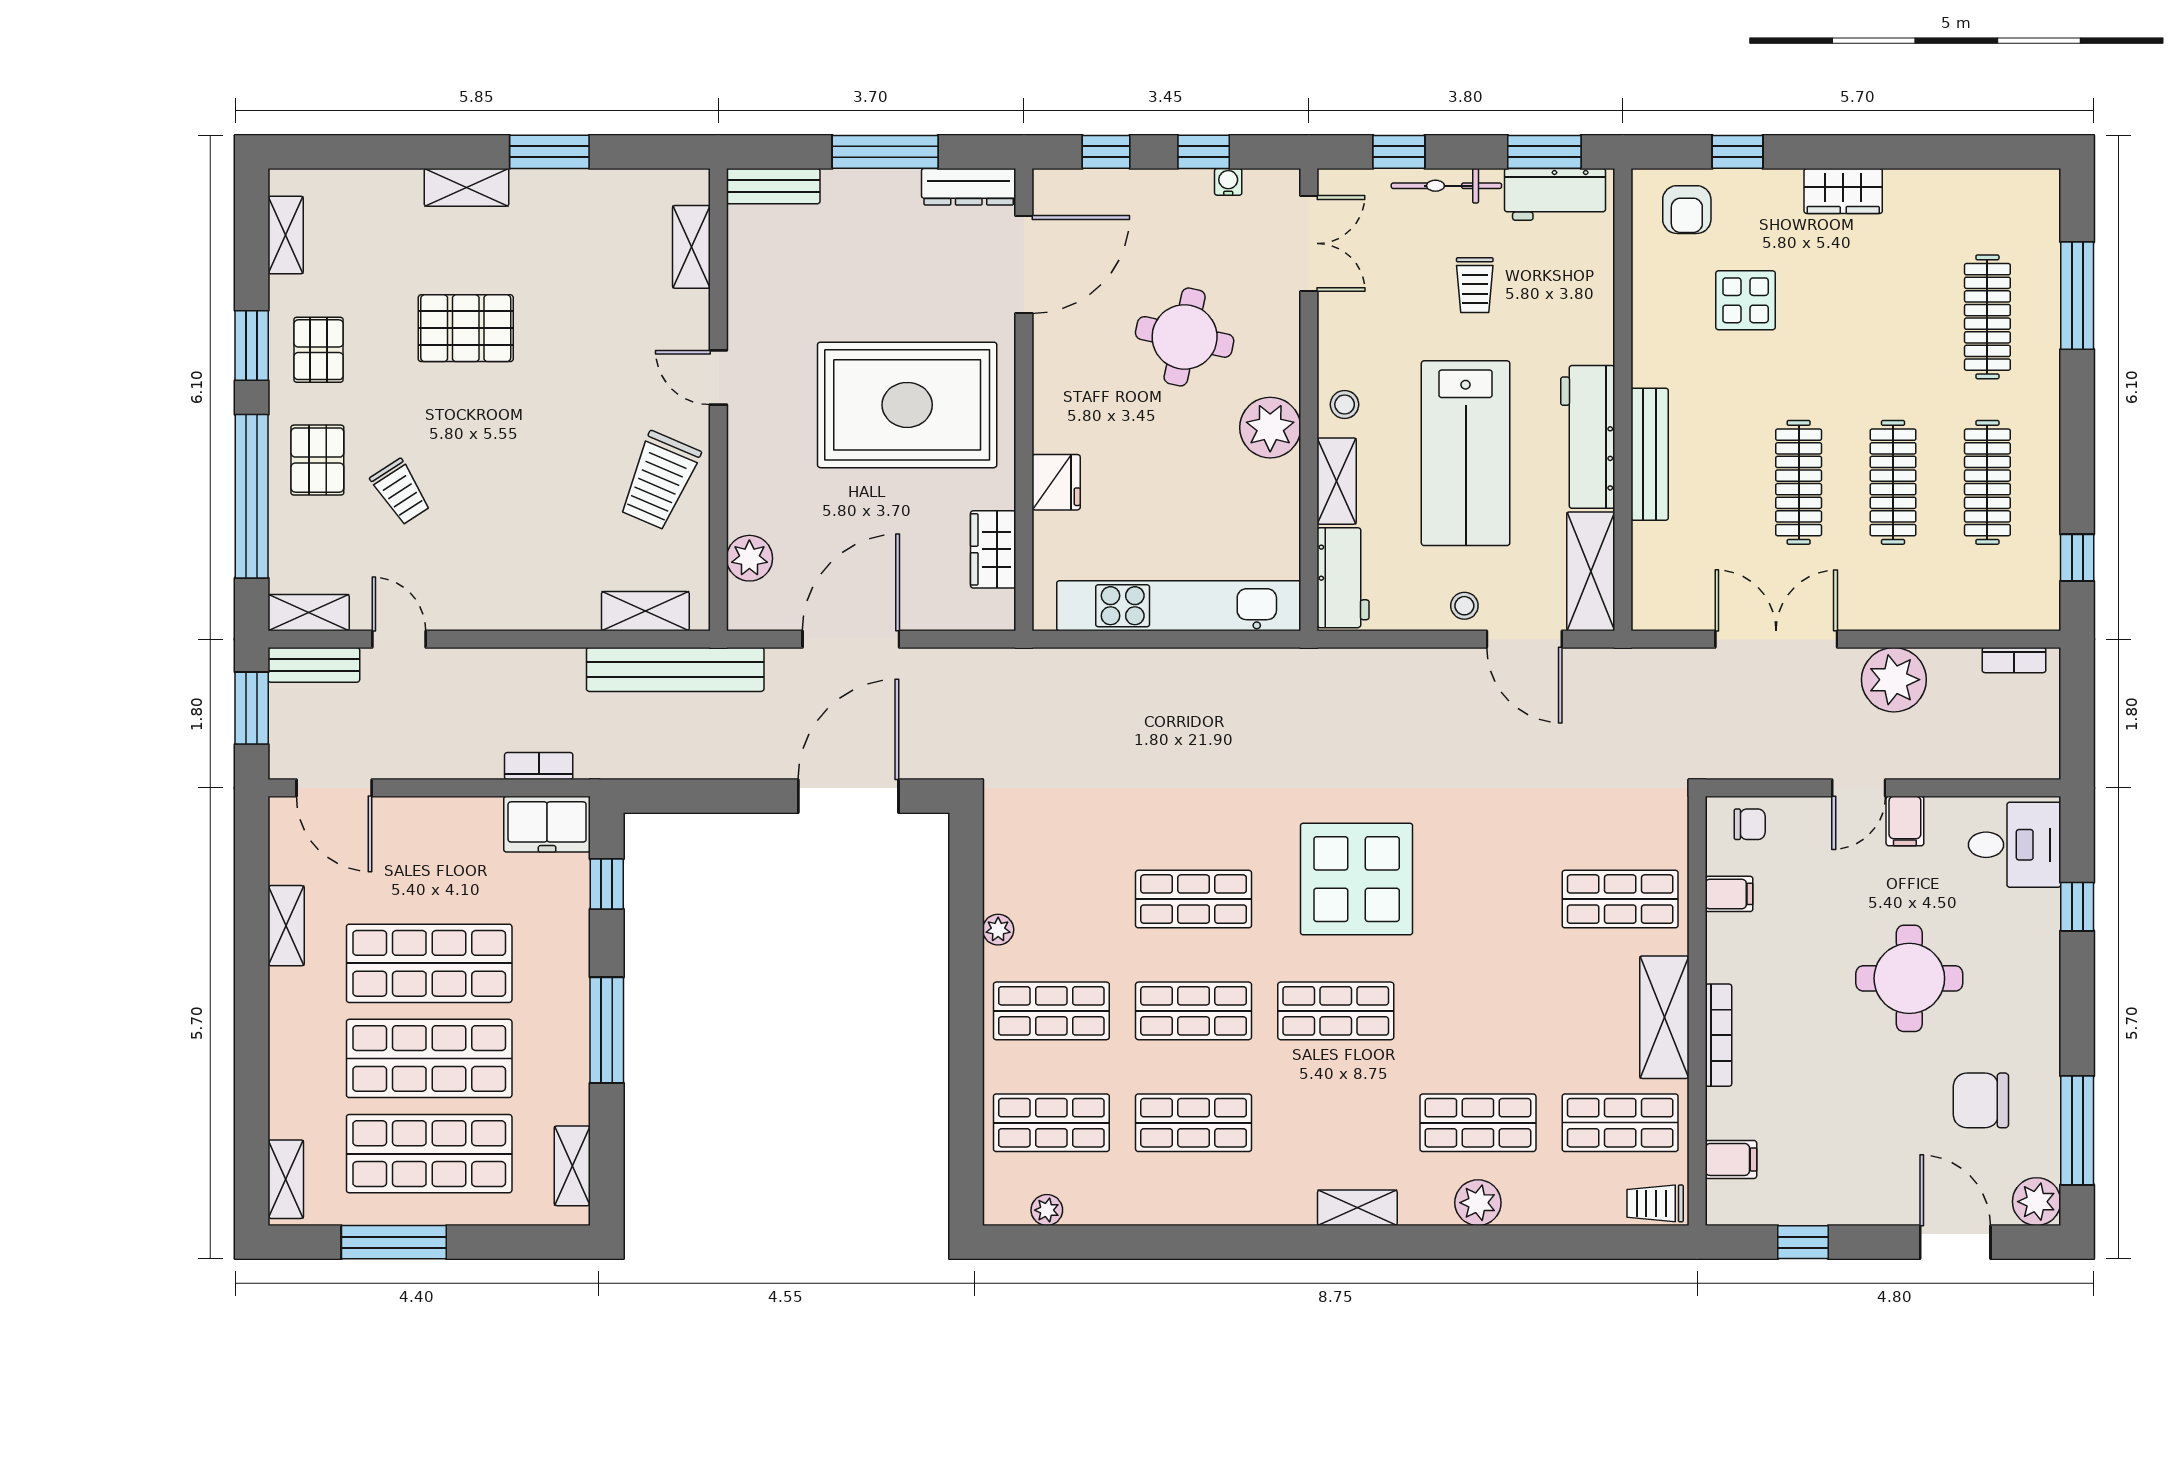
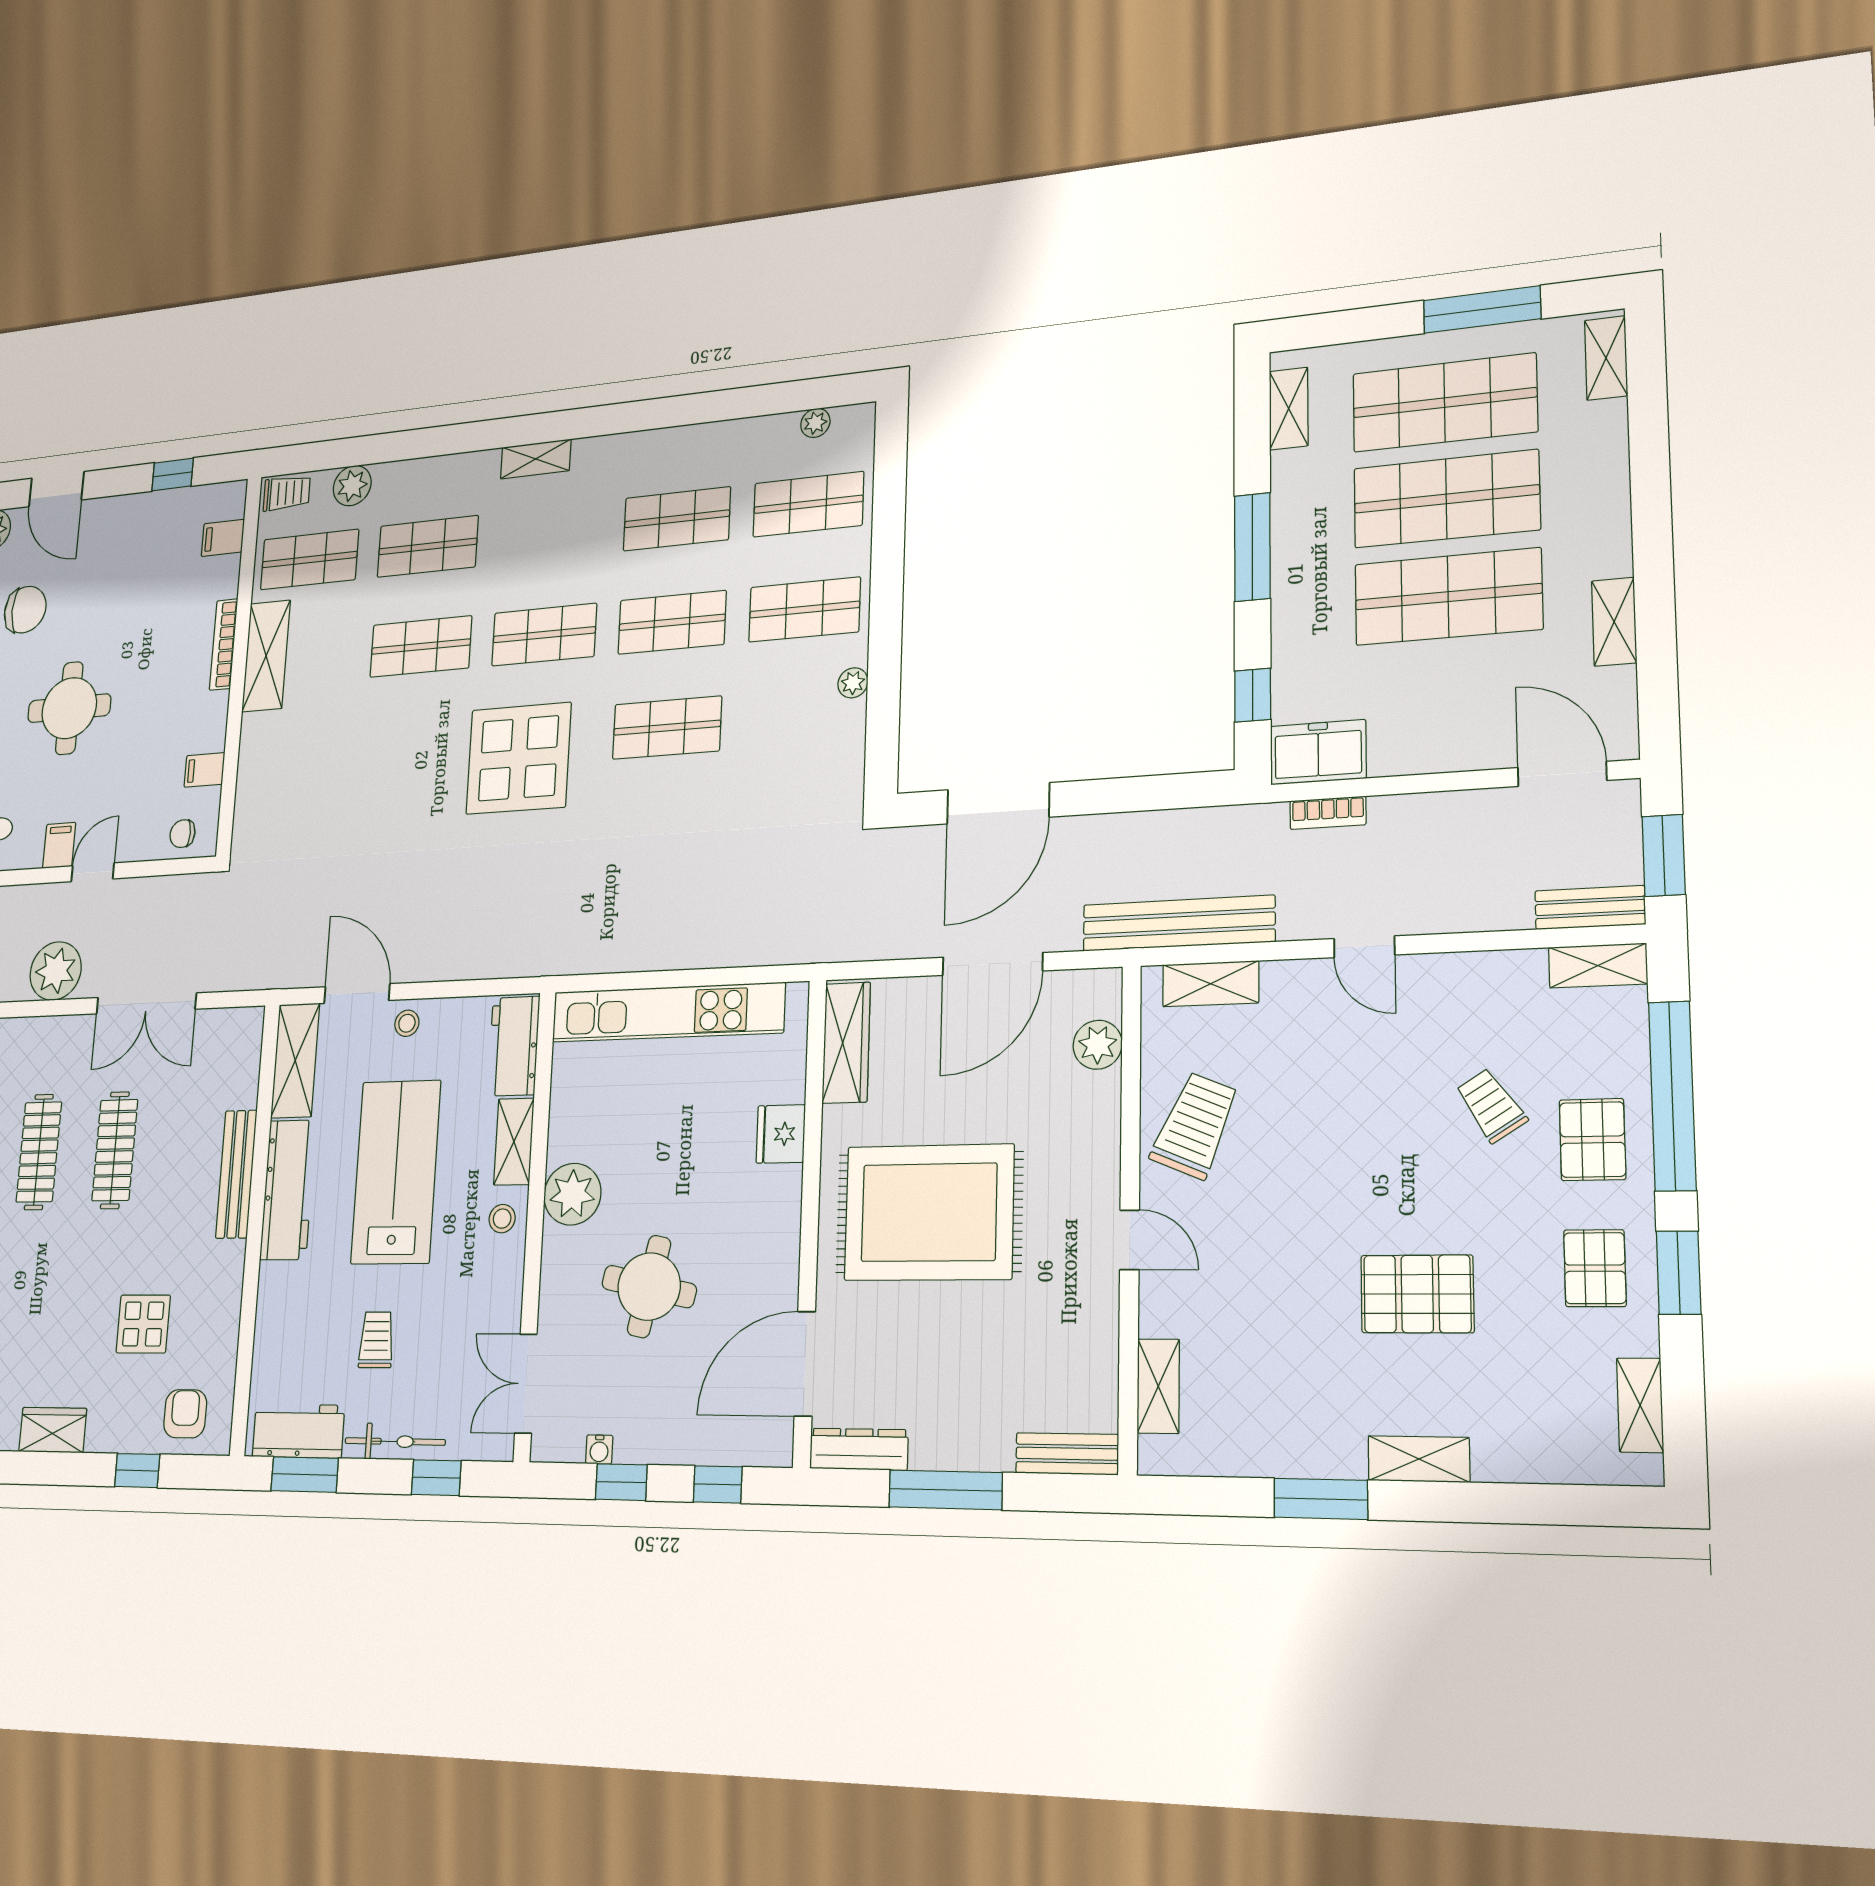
wardrobe: (993, 549) -> (846, 1043), width x1.50
door: (399, 639) -> (1364, 947), moved
shop shelf: (1620, 899) -> (421, 647), moved
plant: (1478, 1203) -> (352, 486), moved

